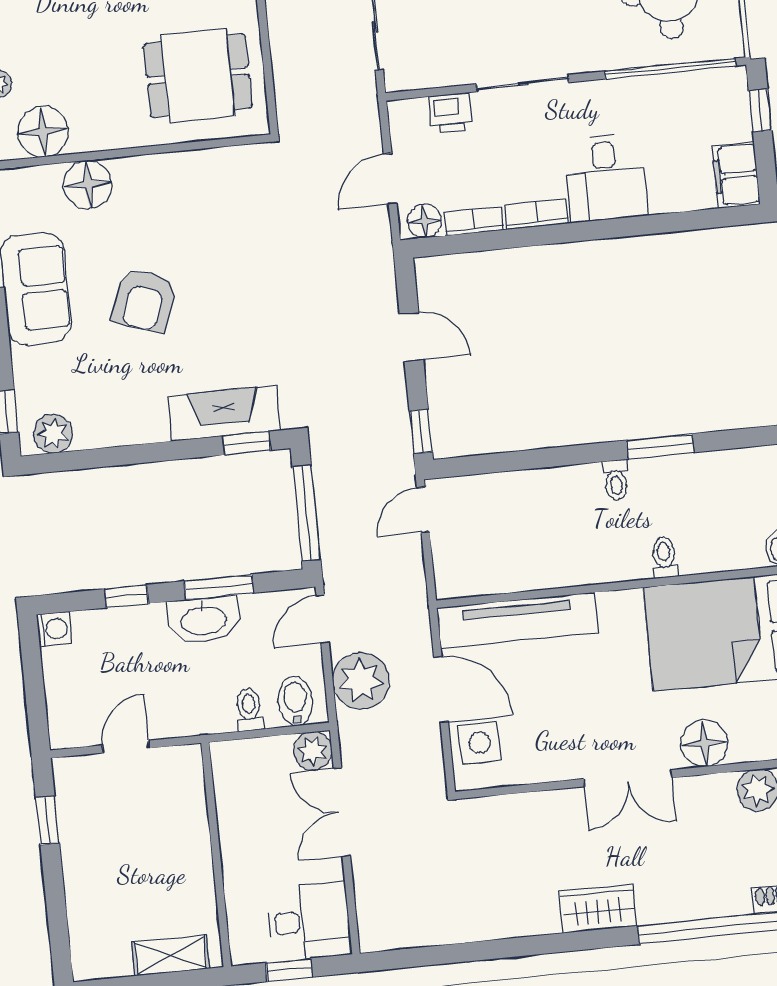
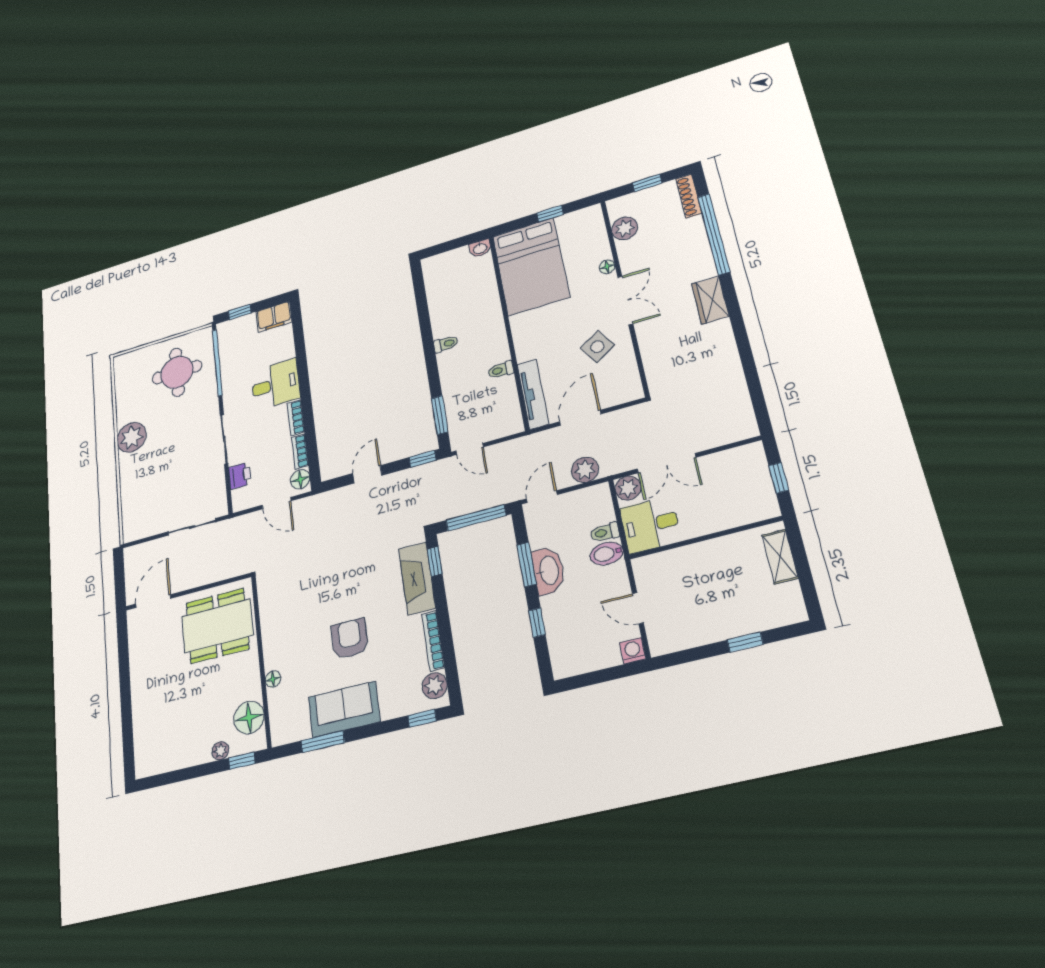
dining table: (198, 76) -> (217, 626), width x1.37
floor lamp: (88, 184) -> (273, 679), width x0.53, depth x0.53
armchair: (144, 300) -> (350, 639), turned -110
bookcase: (122, 435) -> (433, 641), added
window: (660, 446) -> (440, 415), moved
toilet: (664, 557) -> (501, 370), moved
door: (323, 619) -> (542, 497), swing flipped
tv unit: (517, 620) -> (533, 394), width x0.73, depth x0.78
washing machine: (54, 629) -> (633, 651), moved
plant: (361, 681) -> (585, 470), width x0.73, depth x0.73
bidet: (295, 701) -> (607, 553), moved
side table: (479, 742) -> (597, 347), moved, turned -32
floor lamp: (704, 743) -> (607, 267), width x0.53, depth x0.53
window: (48, 820) -> (745, 642), moved
desk: (309, 921) -> (650, 525), moved, turned -90

